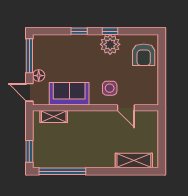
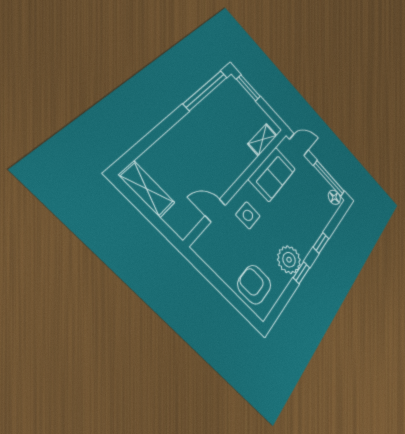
floor lamp: (39, 76) -> (334, 197), moved
shelving: (134, 161) -> (147, 189), moved, turned 90

